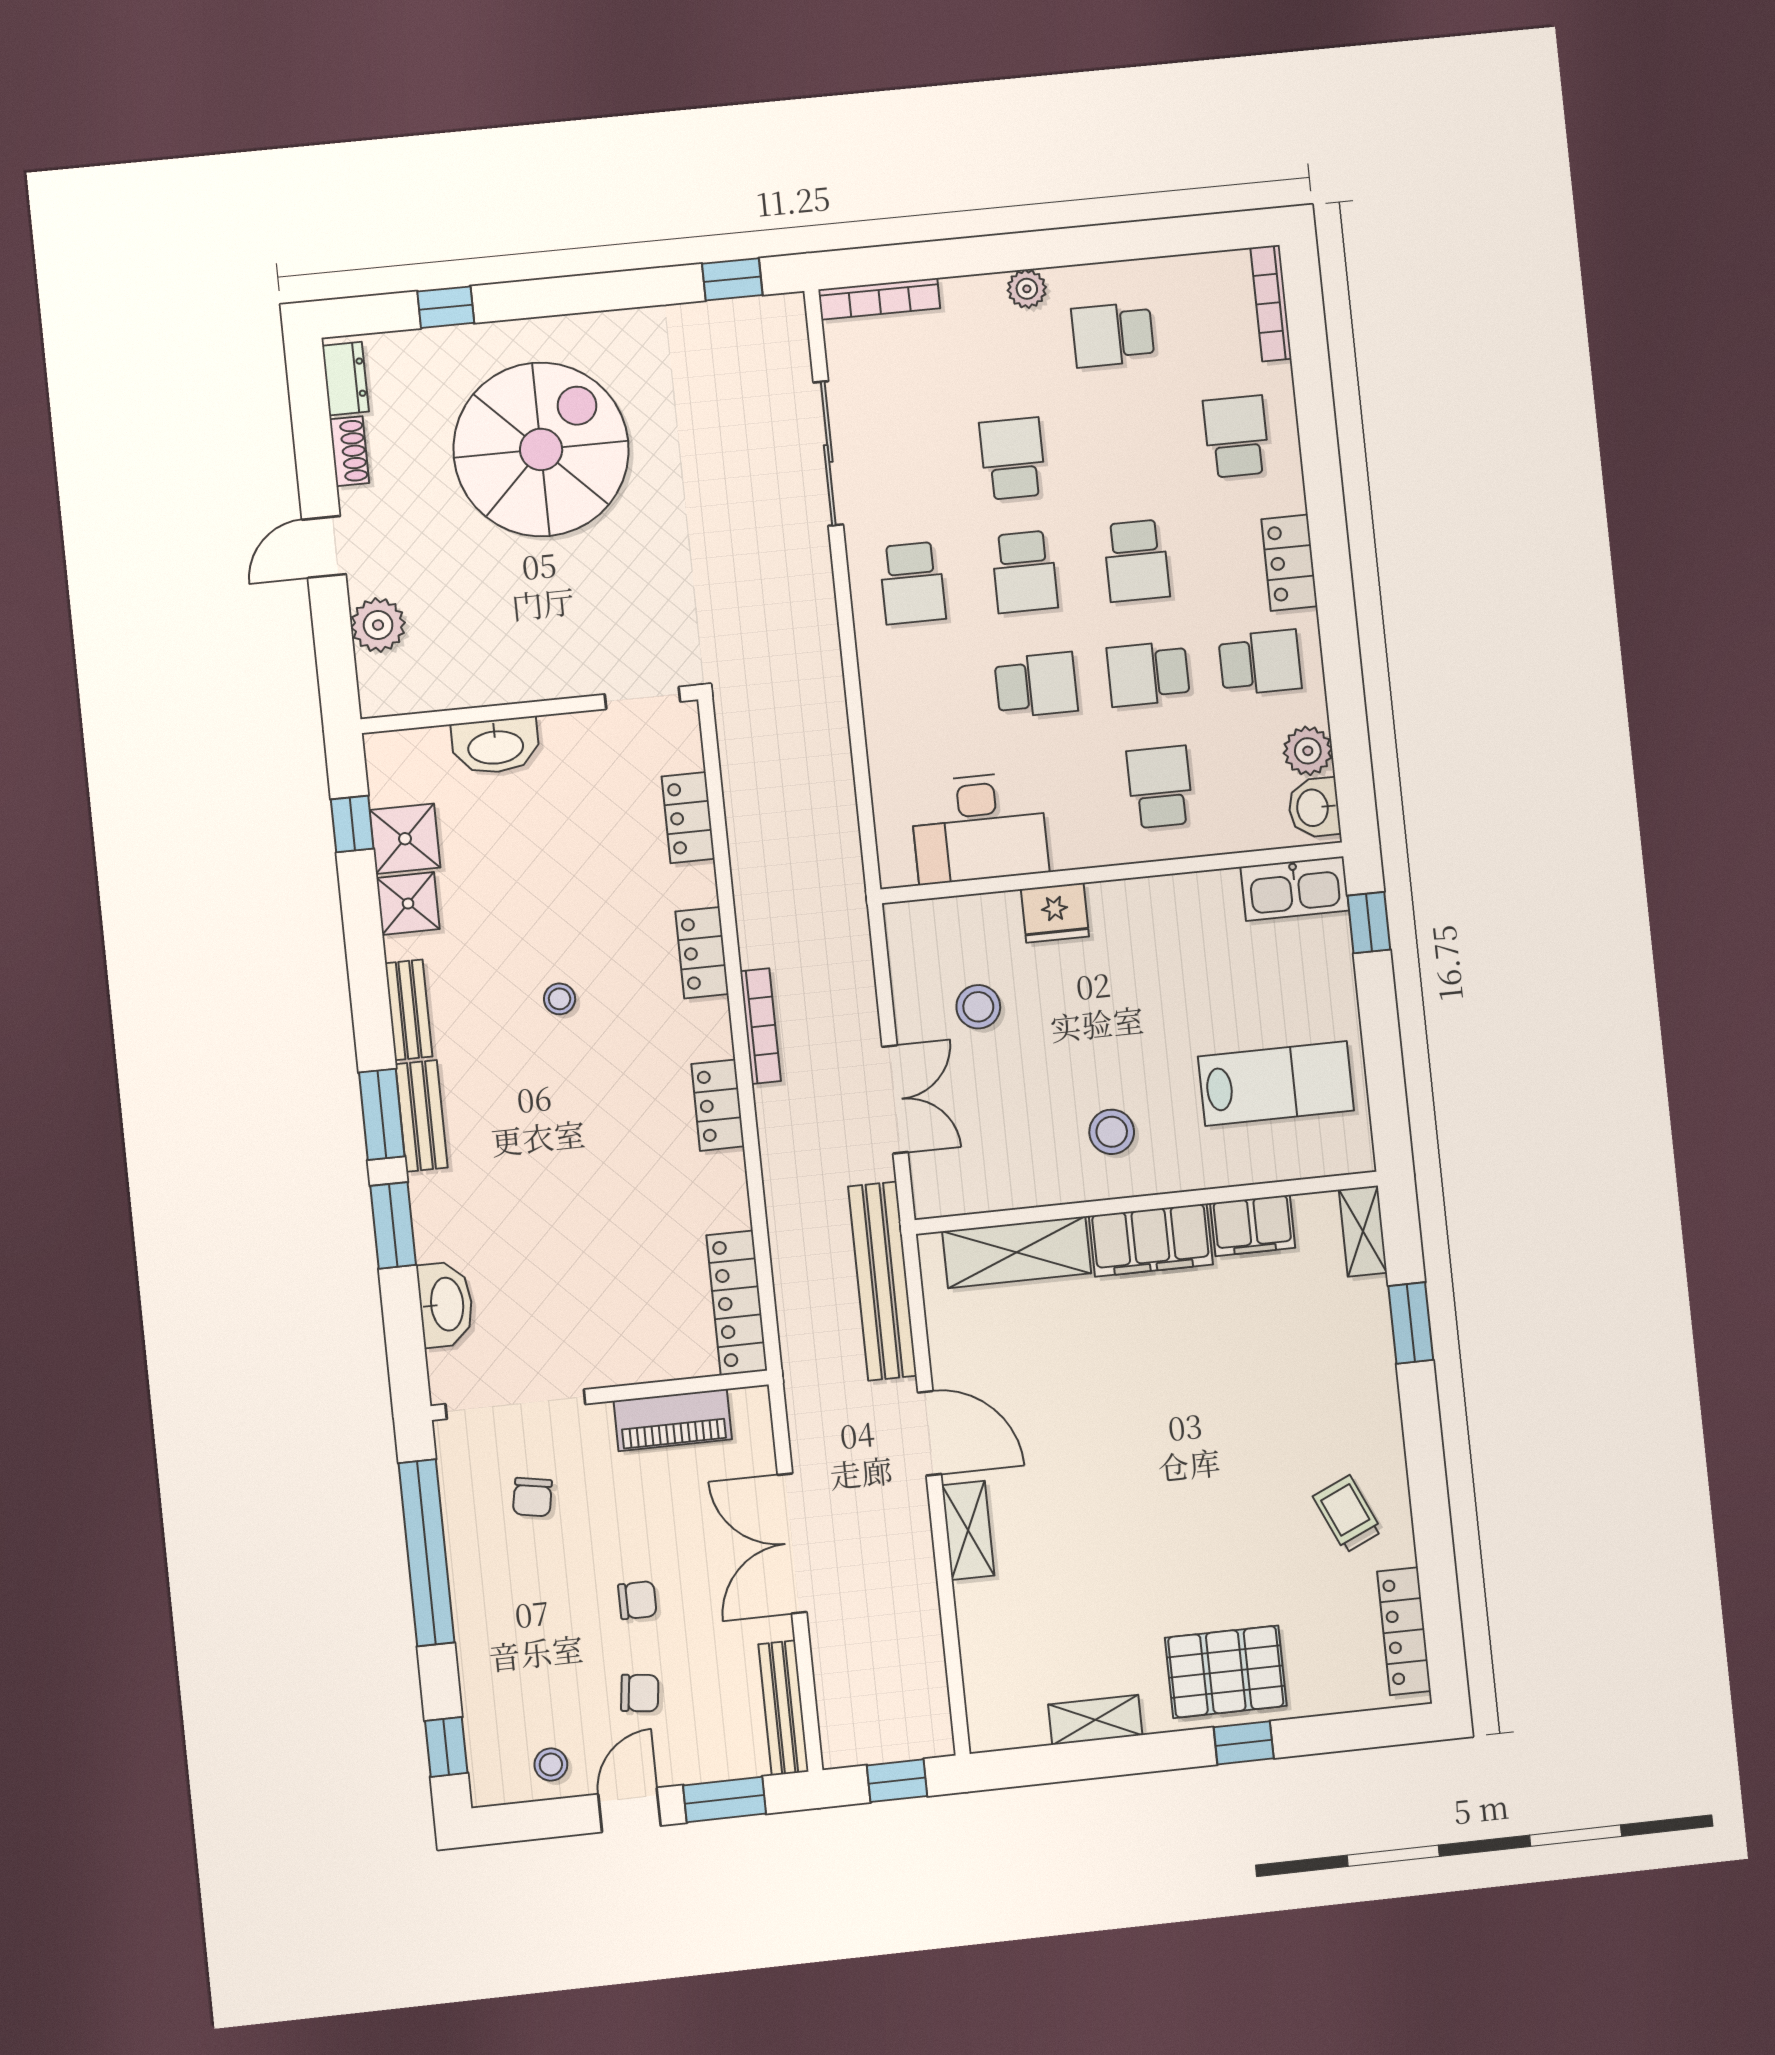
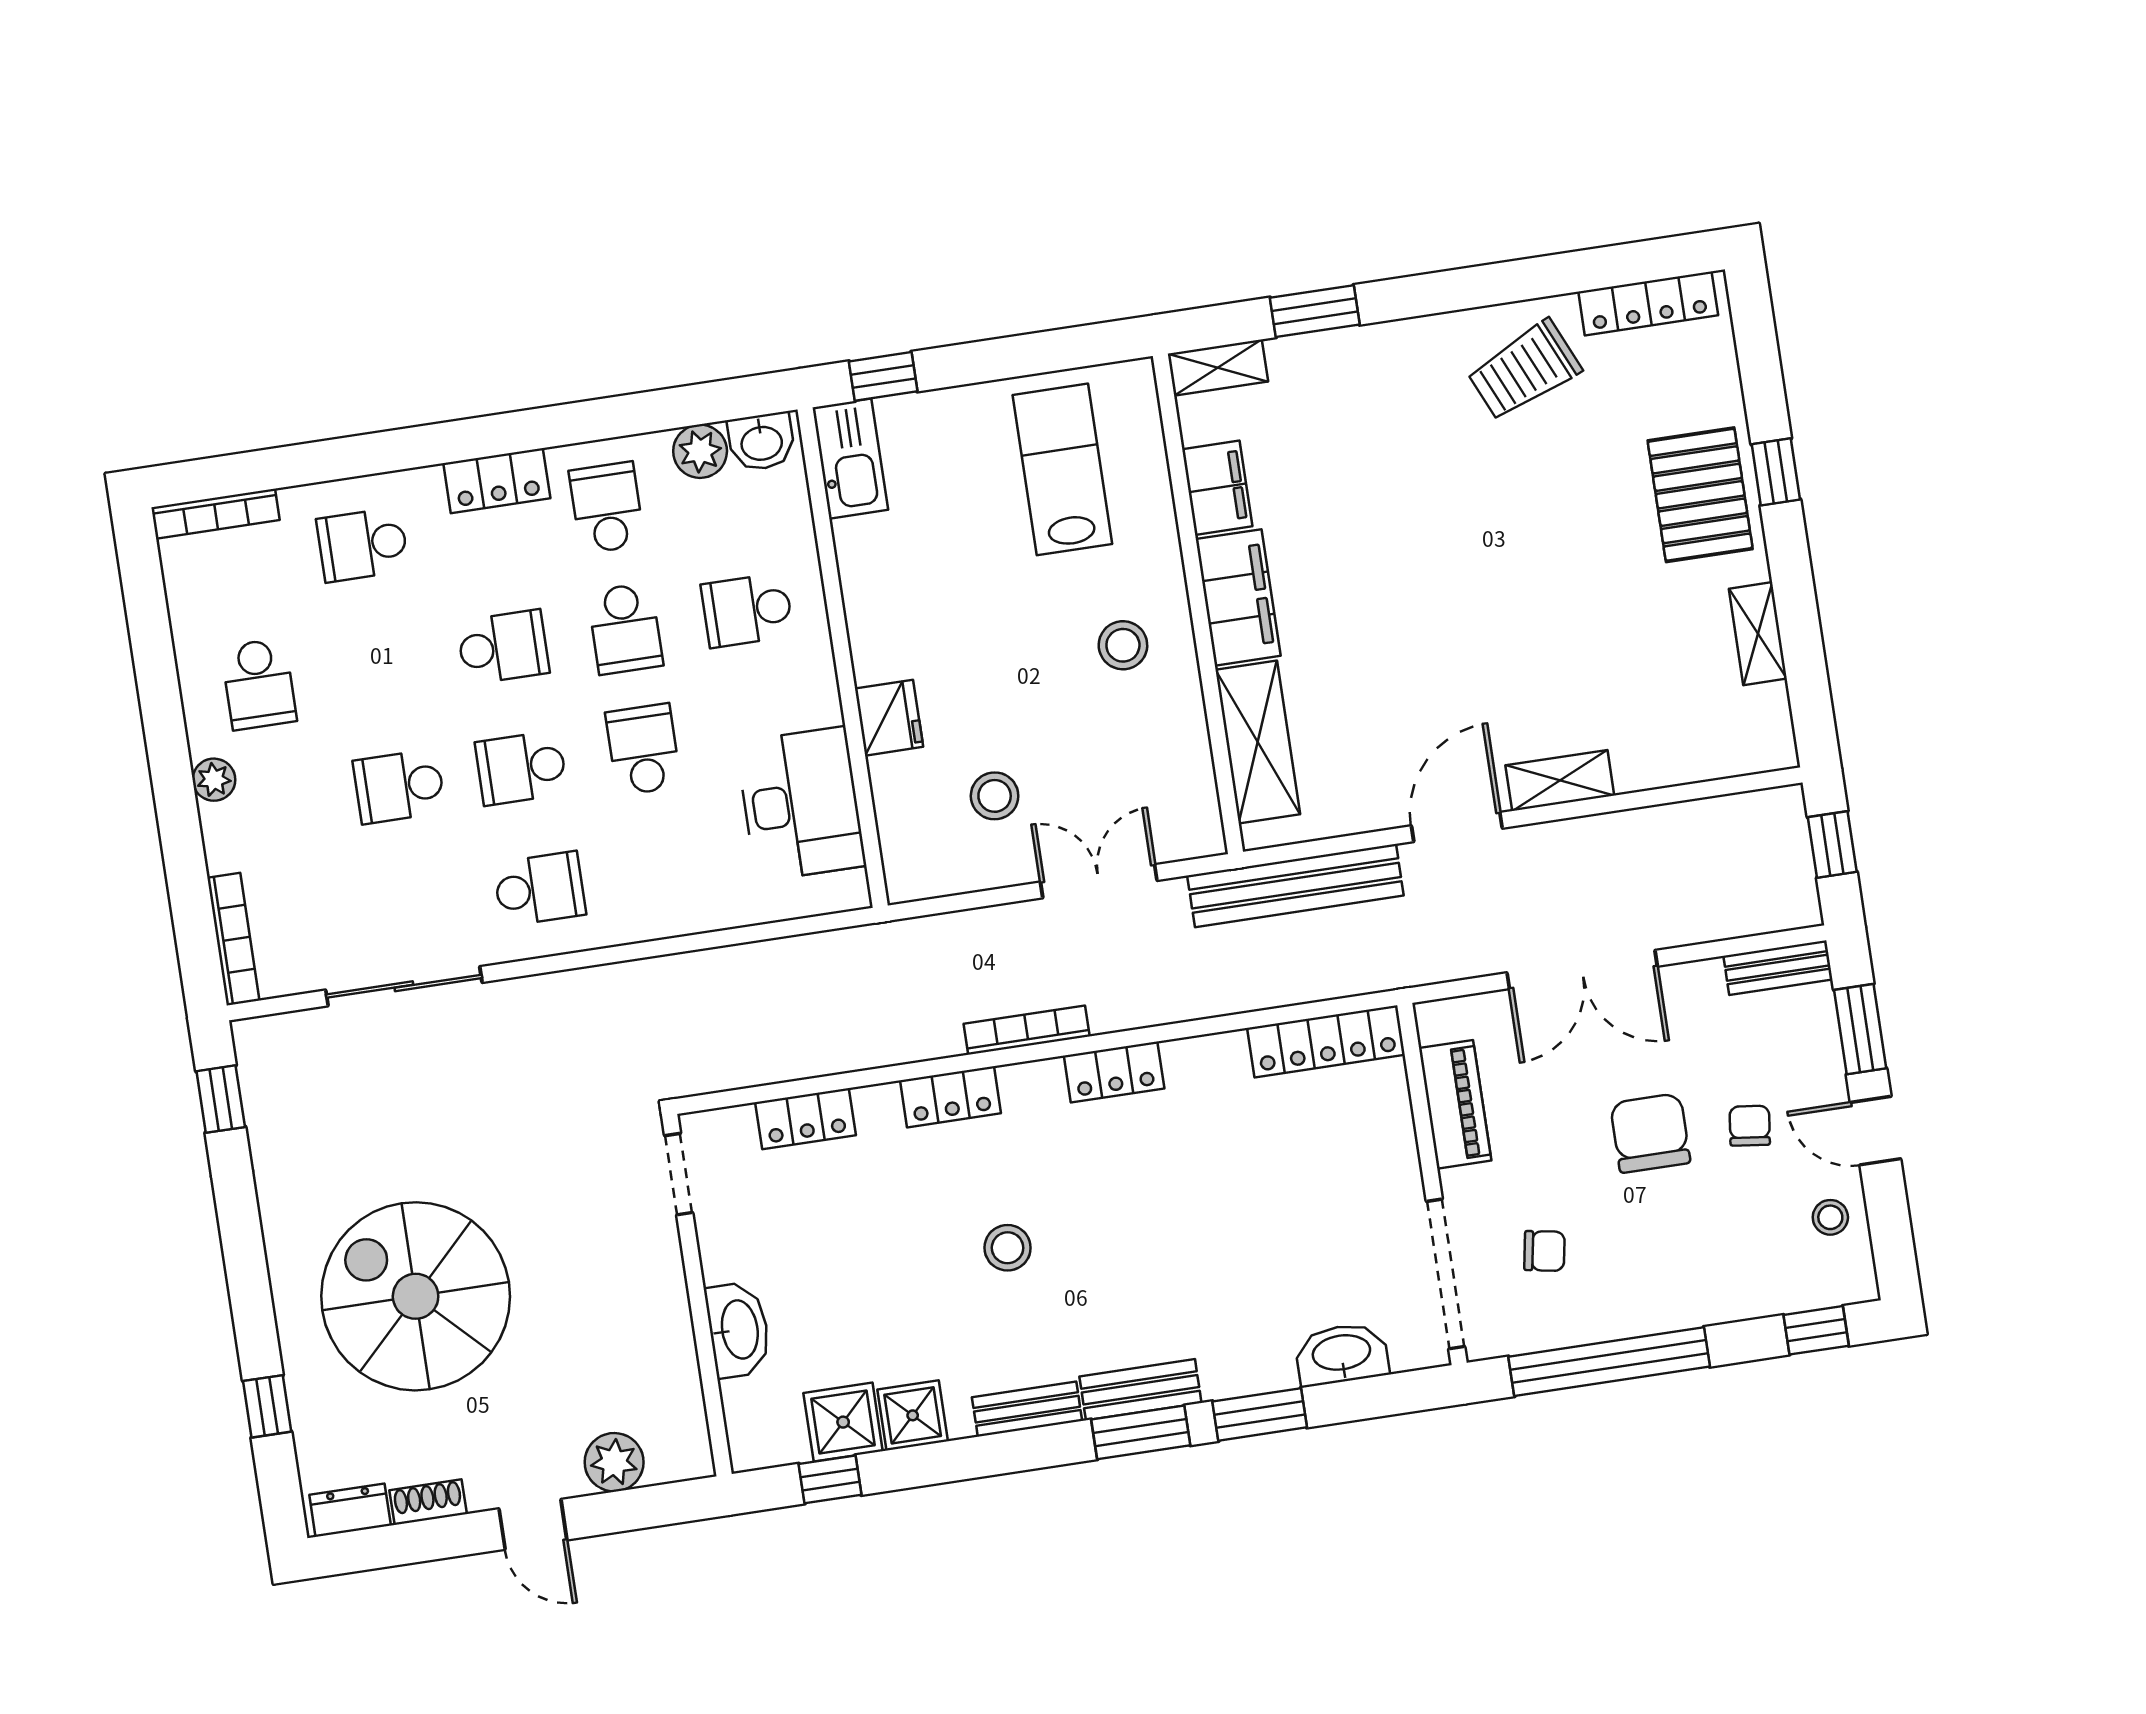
school desk: (1024, 572) -> (521, 768), turned 180
stool: (560, 999) -> (1008, 1248), width x1.37, depth x1.37
trolley: (1348, 1514) -> (1524, 370), width x1.36, depth x1.39
chair: (637, 1600) -> (1650, 1133), width x1.87, depth x1.87
bench: (783, 1708) -> (1778, 968), width x0.73

